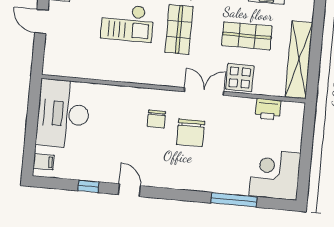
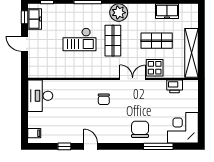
desk: (63, 114) -> (40, 96), width x0.73, depth x0.77
chair: (191, 133) -> (140, 129), moved, turned 180

